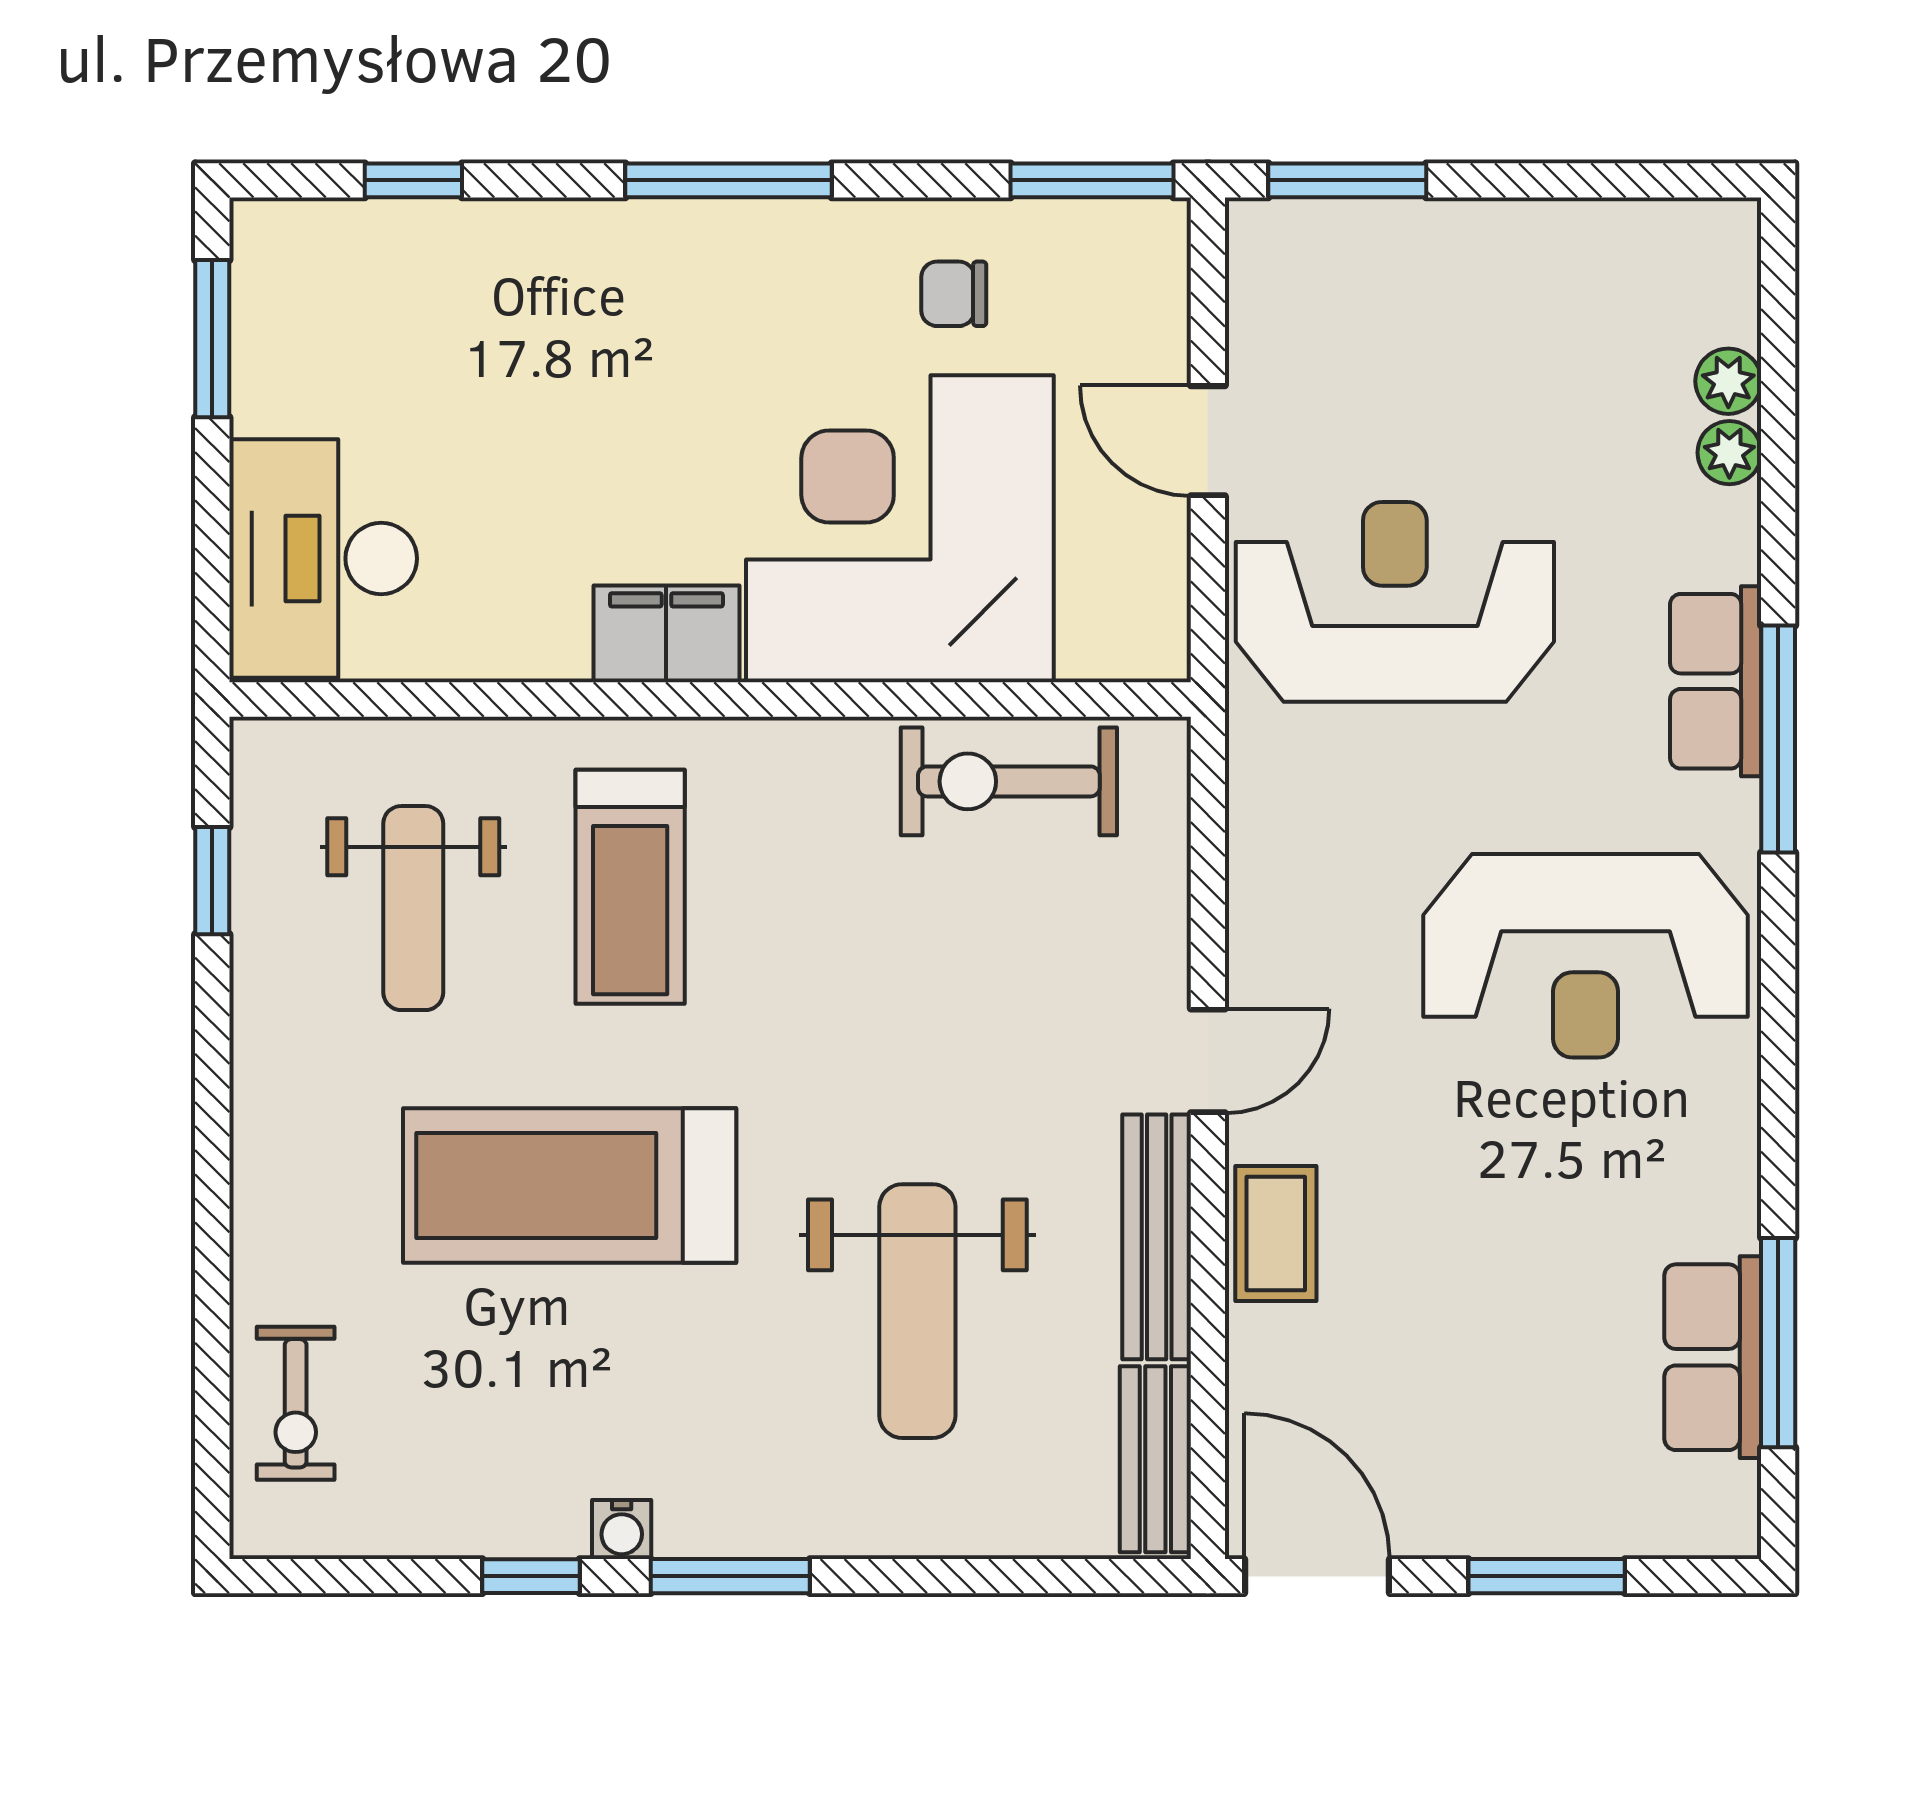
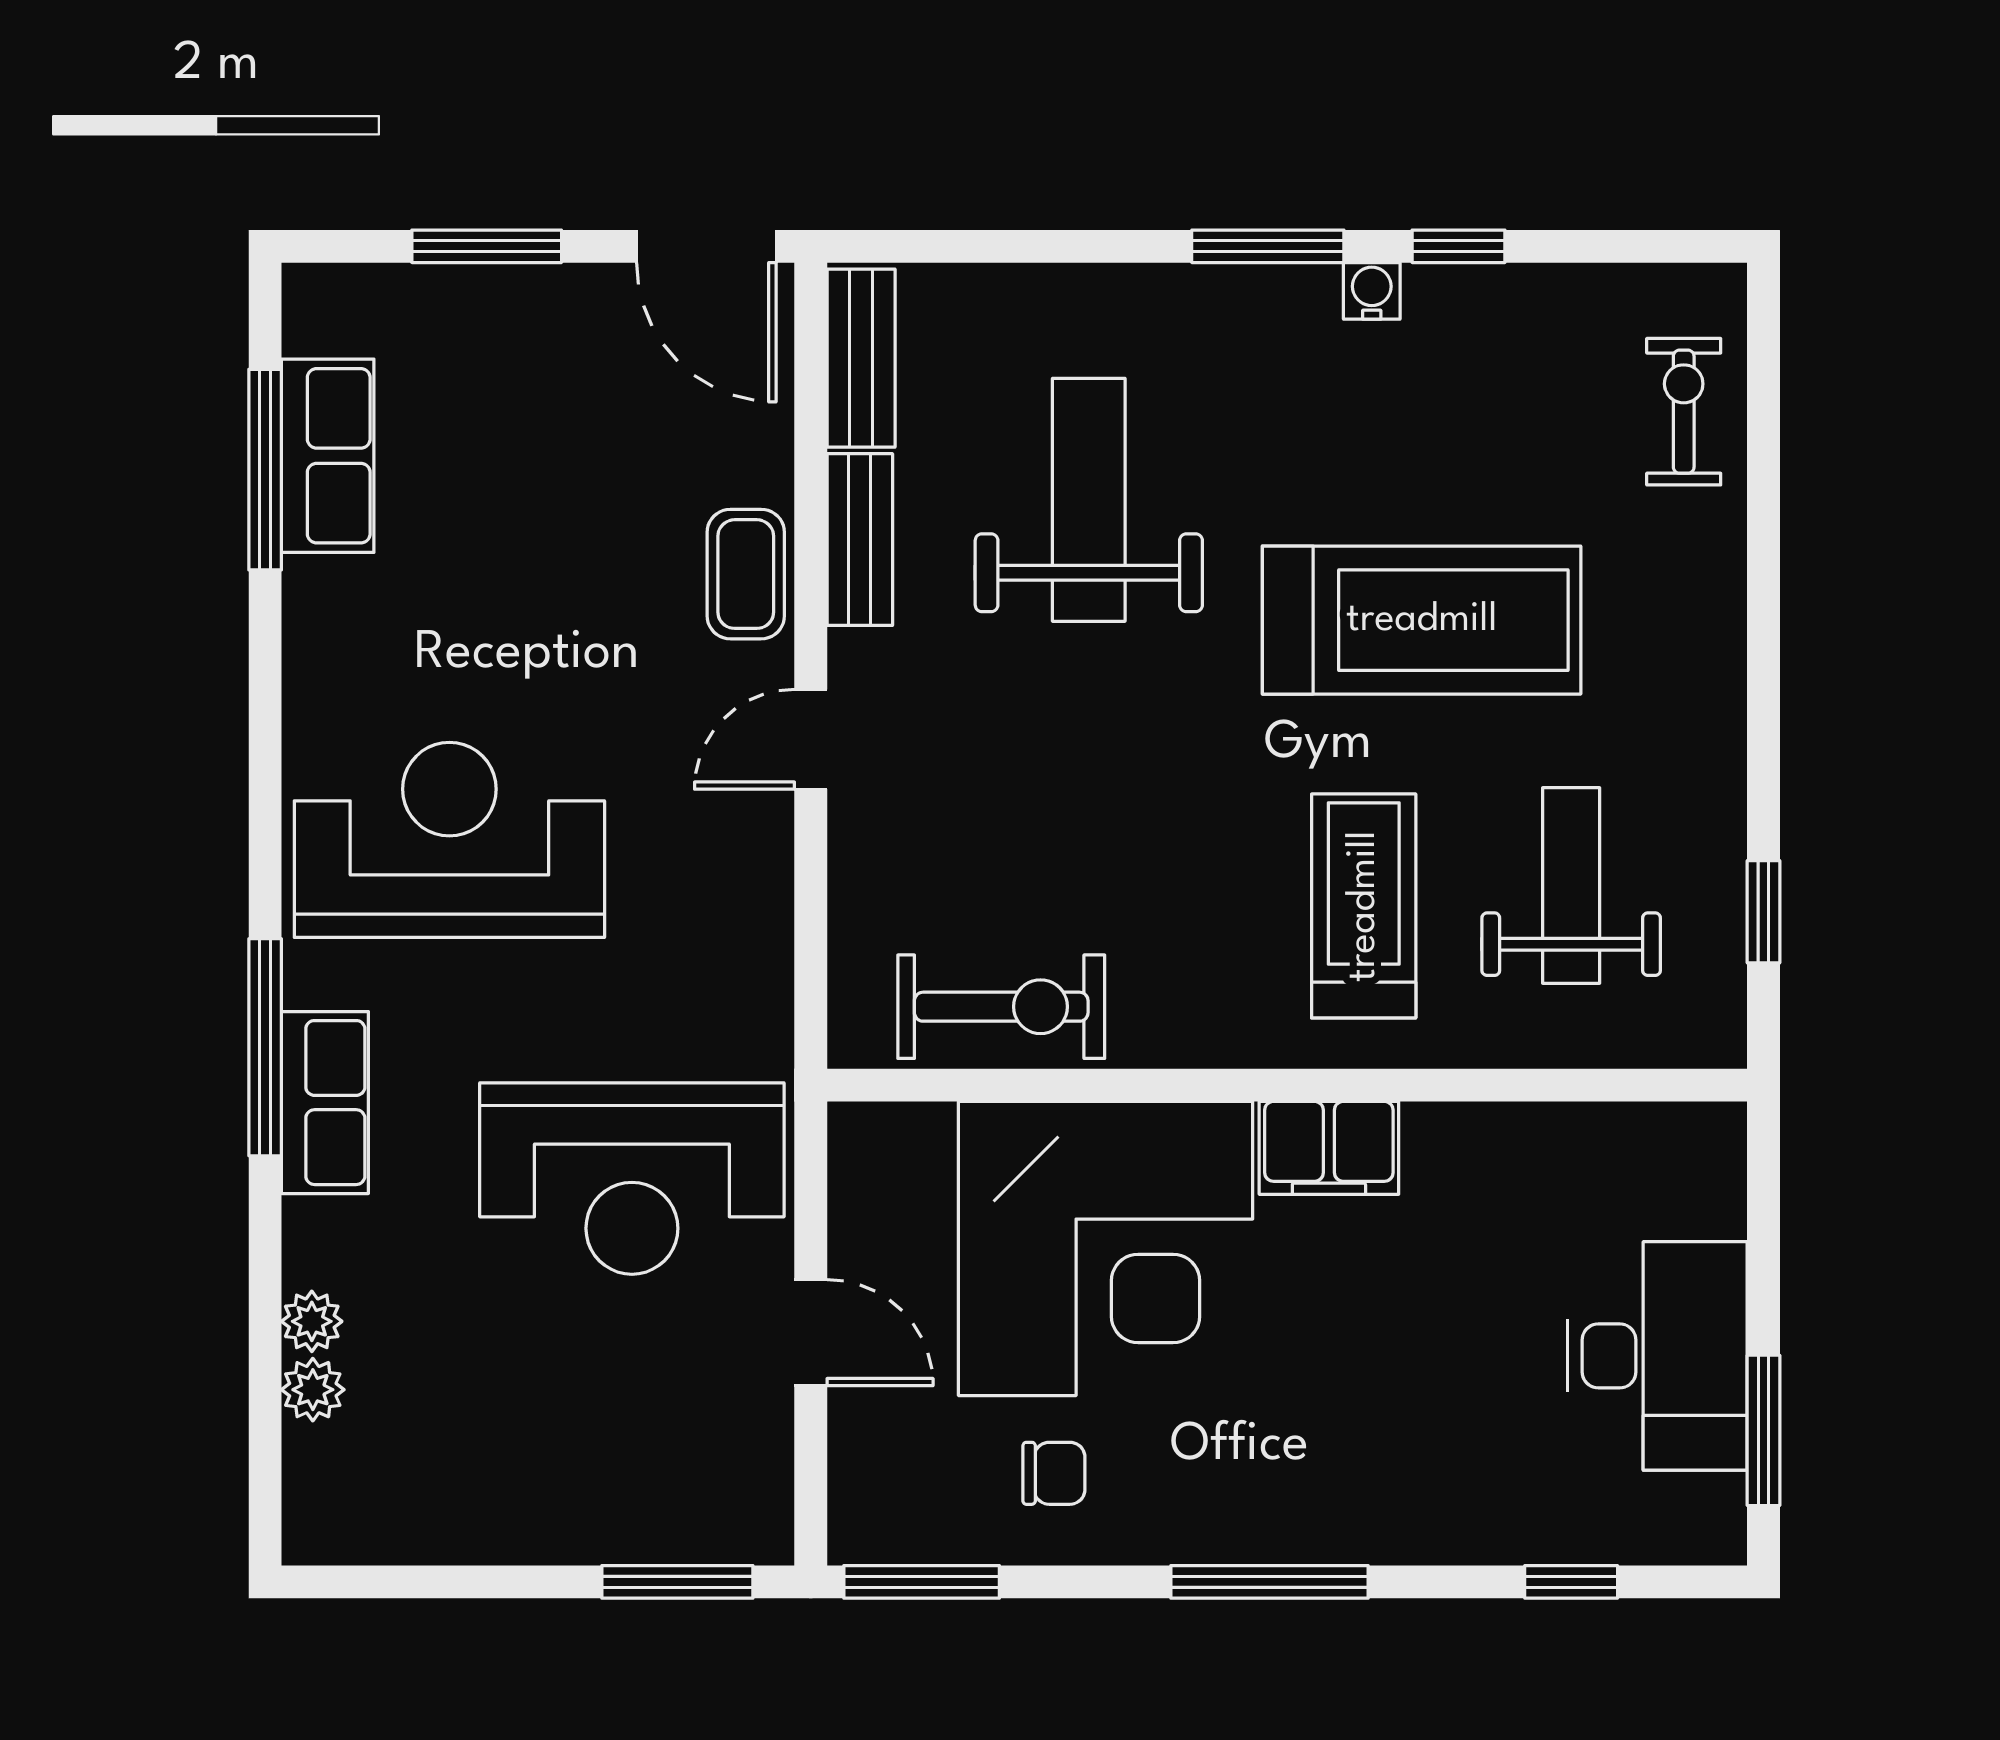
desk: (323, 559) -> (1657, 1356), moved
bench: (1157, 1237) -> (860, 540), width x0.73

